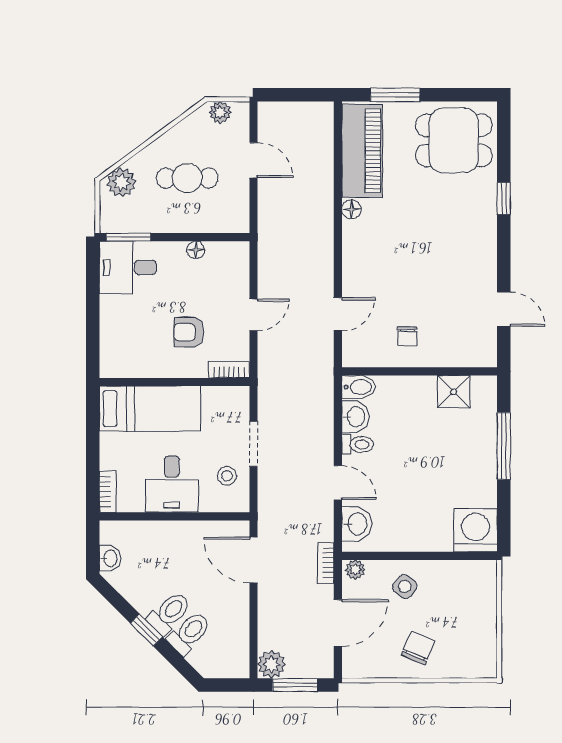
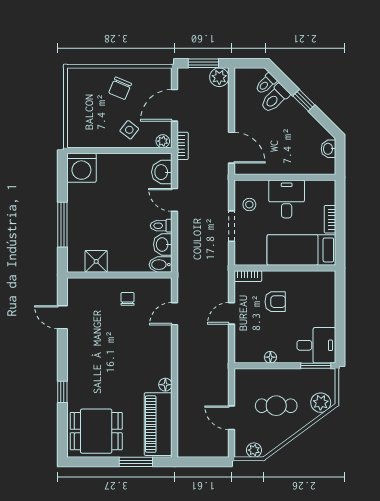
bookcase: (108, 492) -> (330, 219), moved
toilet: (169, 613) -> (266, 84), moved, width x0.73, depth x0.72

